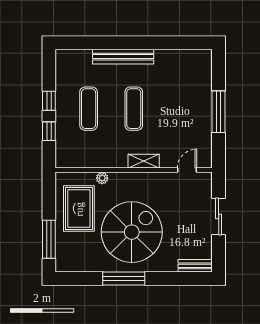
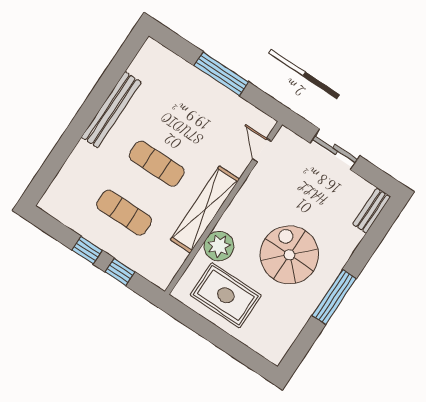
bench: (123, 57) -> (111, 110), moved
shelving: (144, 161) -> (205, 209), width x2.20, depth x1.33
plant: (102, 178) -> (219, 246), width x1.87, depth x1.87
spiral stairs: (132, 232) -> (289, 255), width x0.73, depth x0.73
window: (49, 239) -> (237, 350), removed

